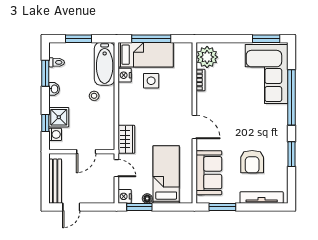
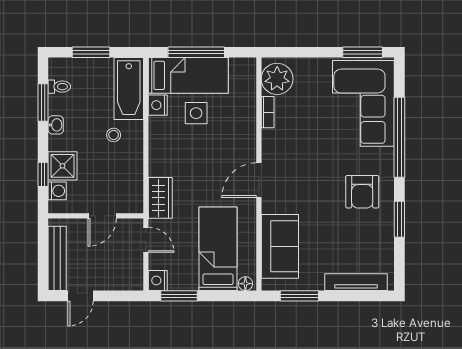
door: (194, 127) -> (259, 180), swing flipped
armchair: (252, 162) -> (362, 192), moved
floor lamp: (147, 199) -> (245, 284), moved

